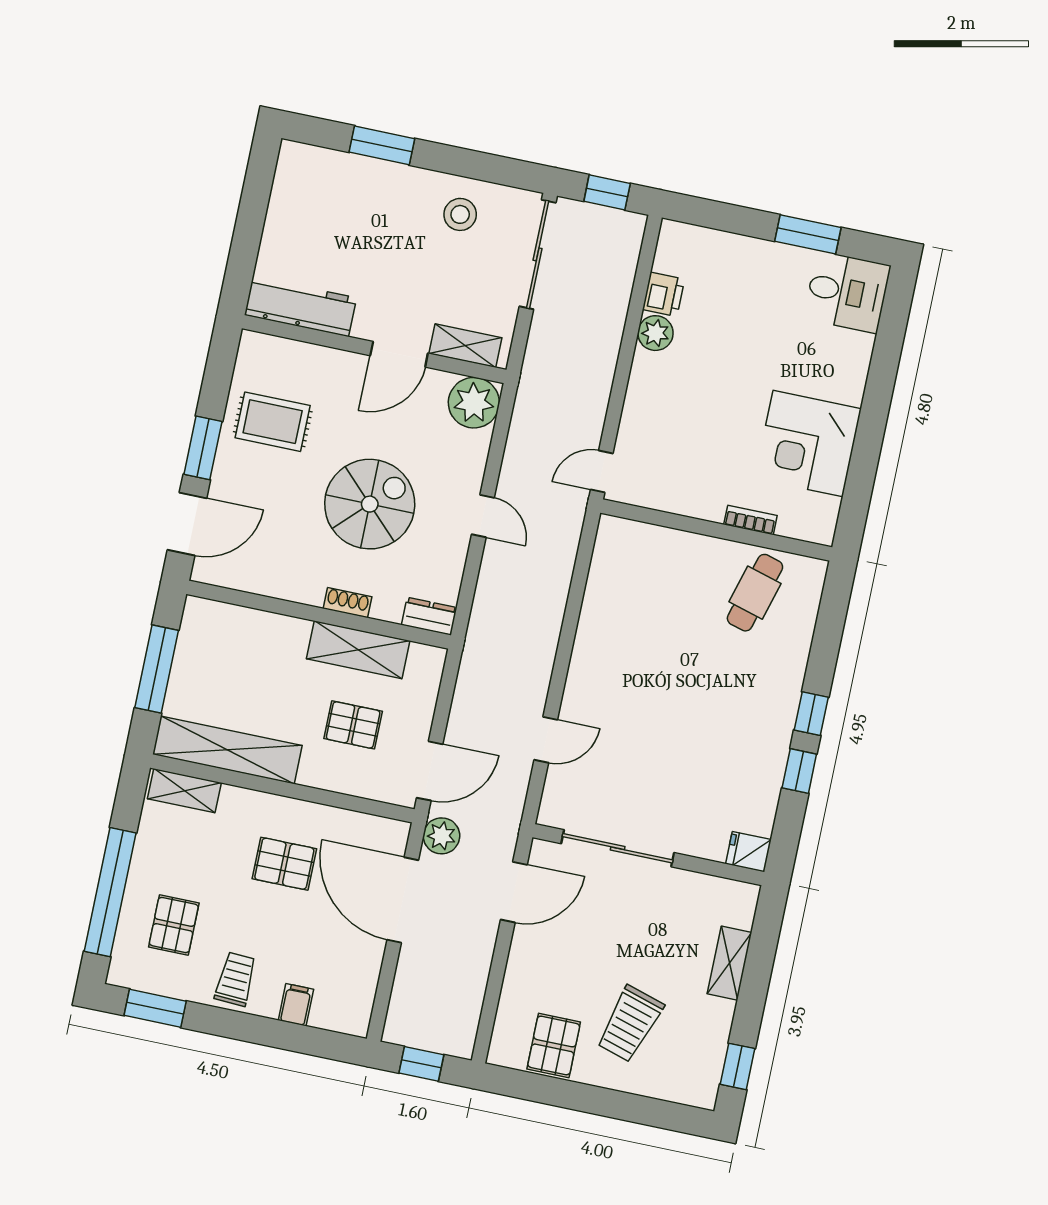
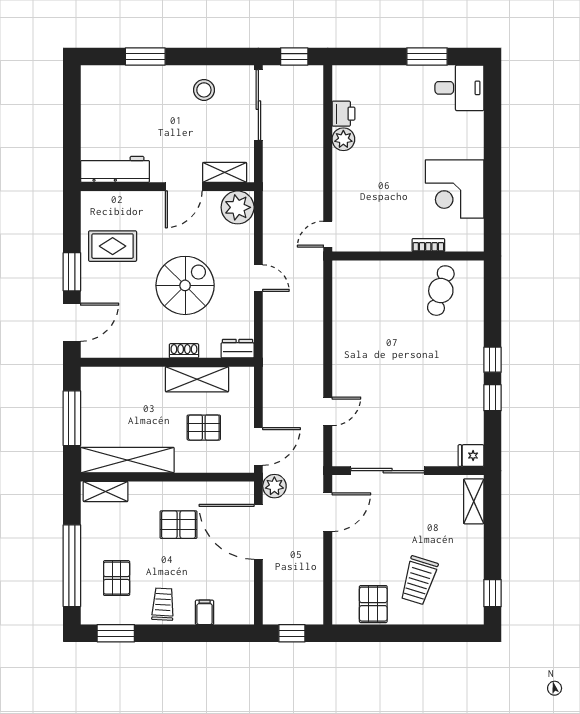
shelving: (729, 963) -> (474, 501), moved

